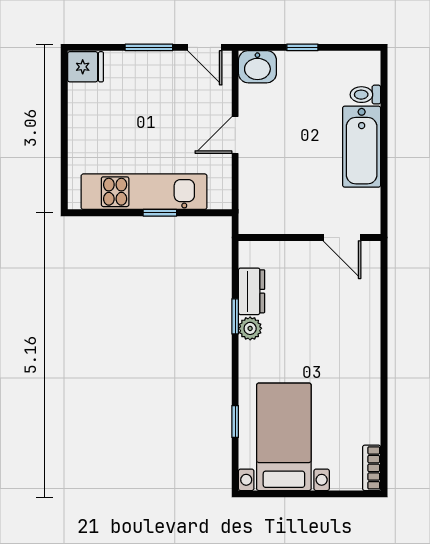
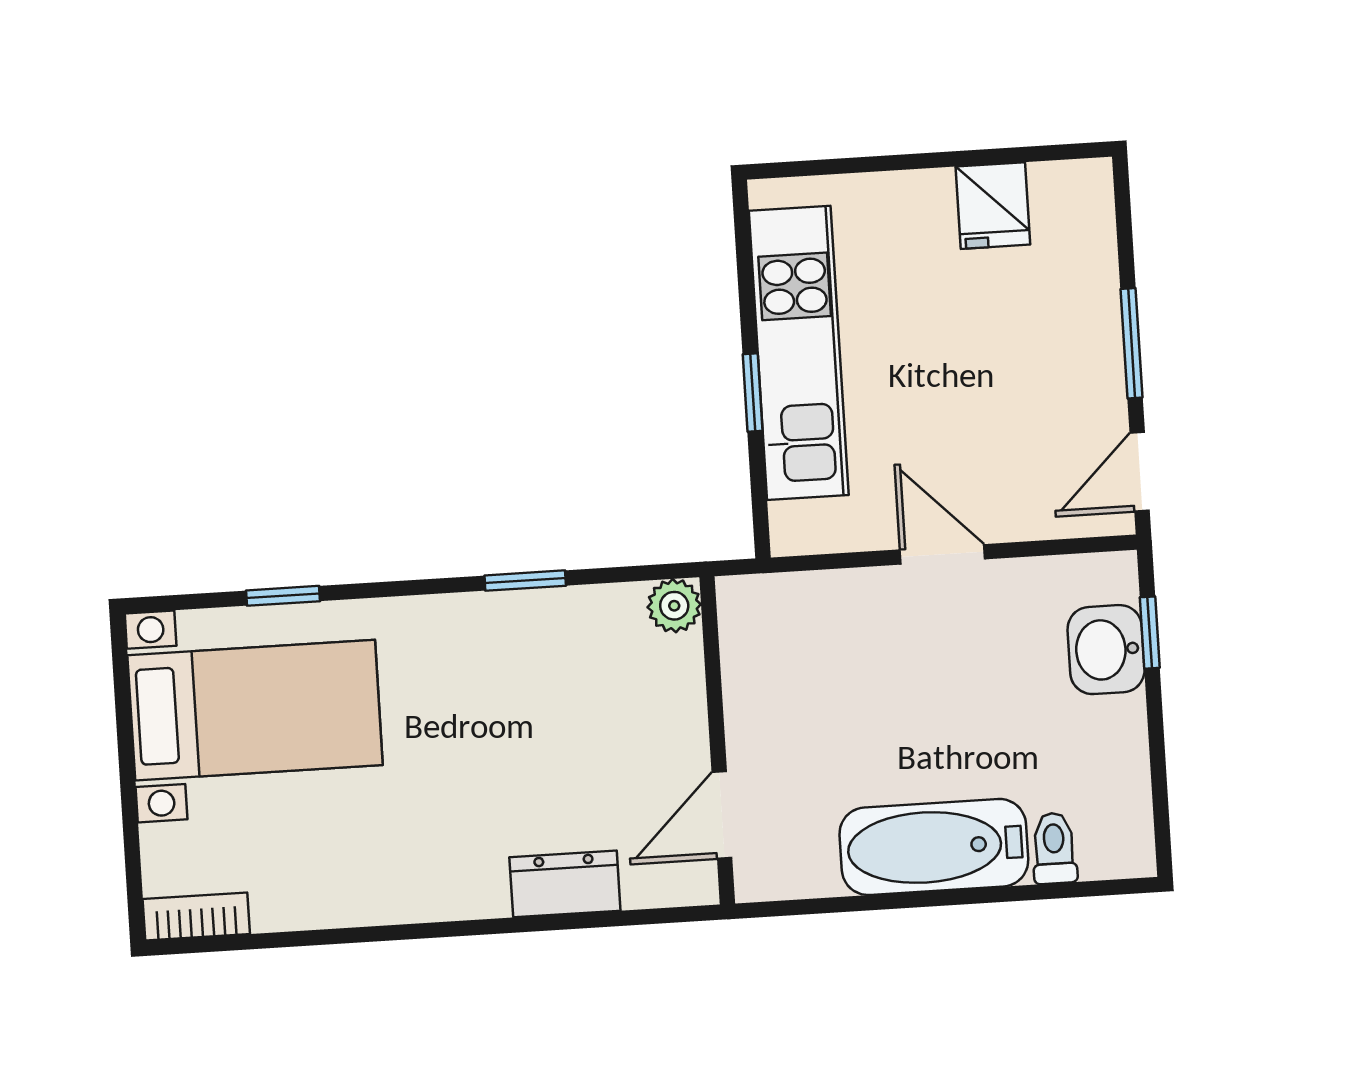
window: (302, 47) -> (1150, 633), moved
fridge: (86, 67) -> (993, 206), moved
washbasin: (257, 67) -> (1106, 650), moved
dresser: (252, 291) -> (565, 884), moved, turned 180
plant: (250, 328) -> (674, 606), moved

